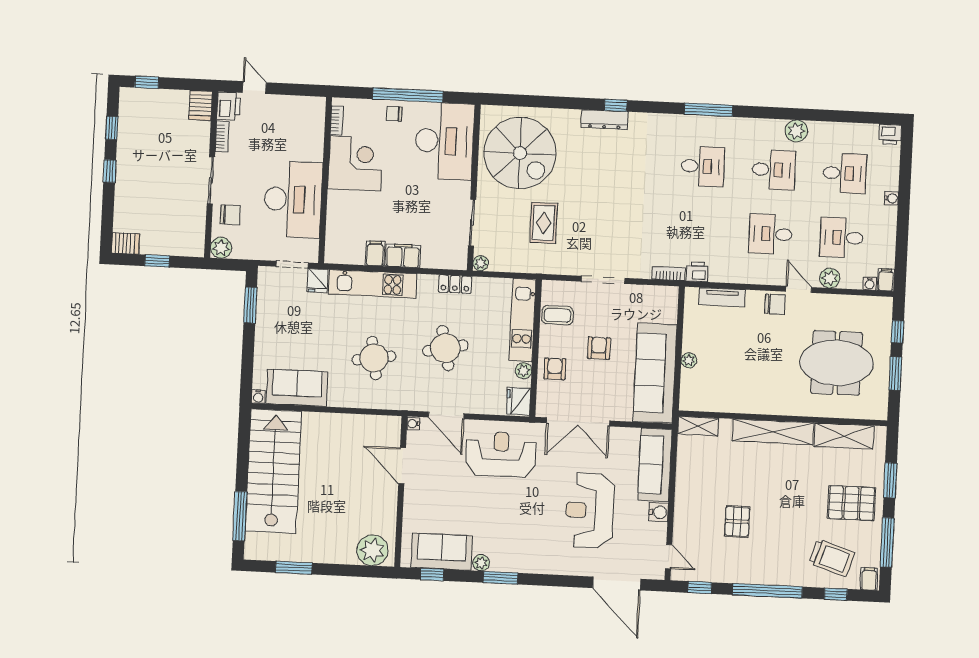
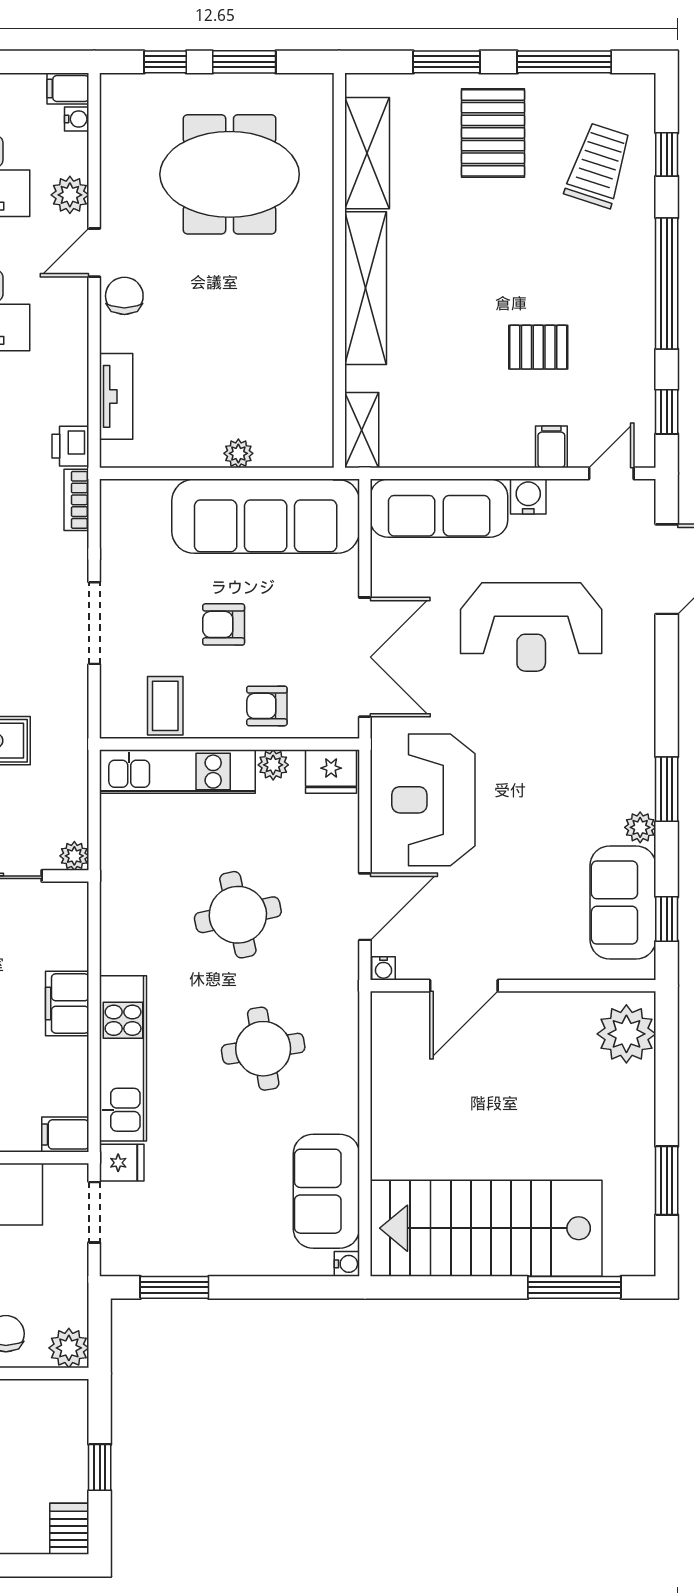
filing cabinet: (375, 253) -> (65, 1134), moved
locker: (455, 284) -> (116, 902), removed
meeting table: (836, 363) -> (230, 174), turned 90
filing cabinet: (869, 579) -> (551, 447), moved, turned 90

